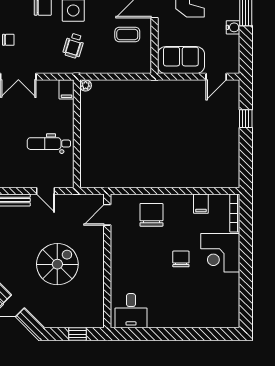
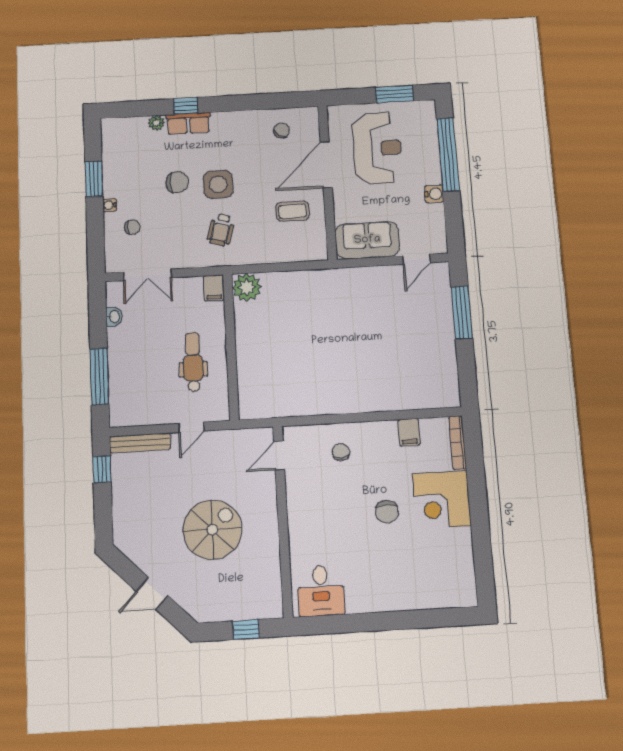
plant: (86, 85) -> (247, 287), width x1.87, depth x1.87
window: (246, 119) -> (462, 313), width x2.17
dental chair: (49, 144) -> (193, 362), turned 90
door: (45, 191) -> (191, 427), hinge flipped
chair: (151, 215) -> (341, 452), width x0.54, depth x0.54
chair: (181, 259) -> (387, 512), turned 180

